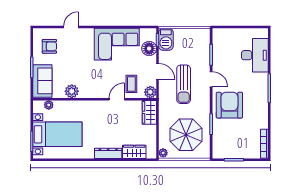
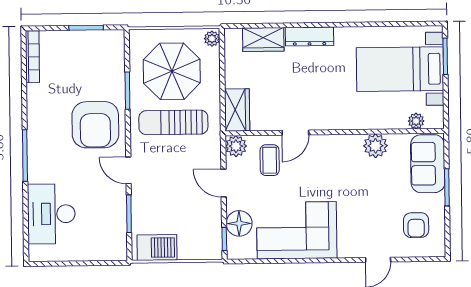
barbecue: (166, 39) -> (157, 248), moved, turned 90
armchair: (49, 46) -> (416, 225), turned -90
sun lounger: (184, 84) -> (173, 122), moved, turned -90

